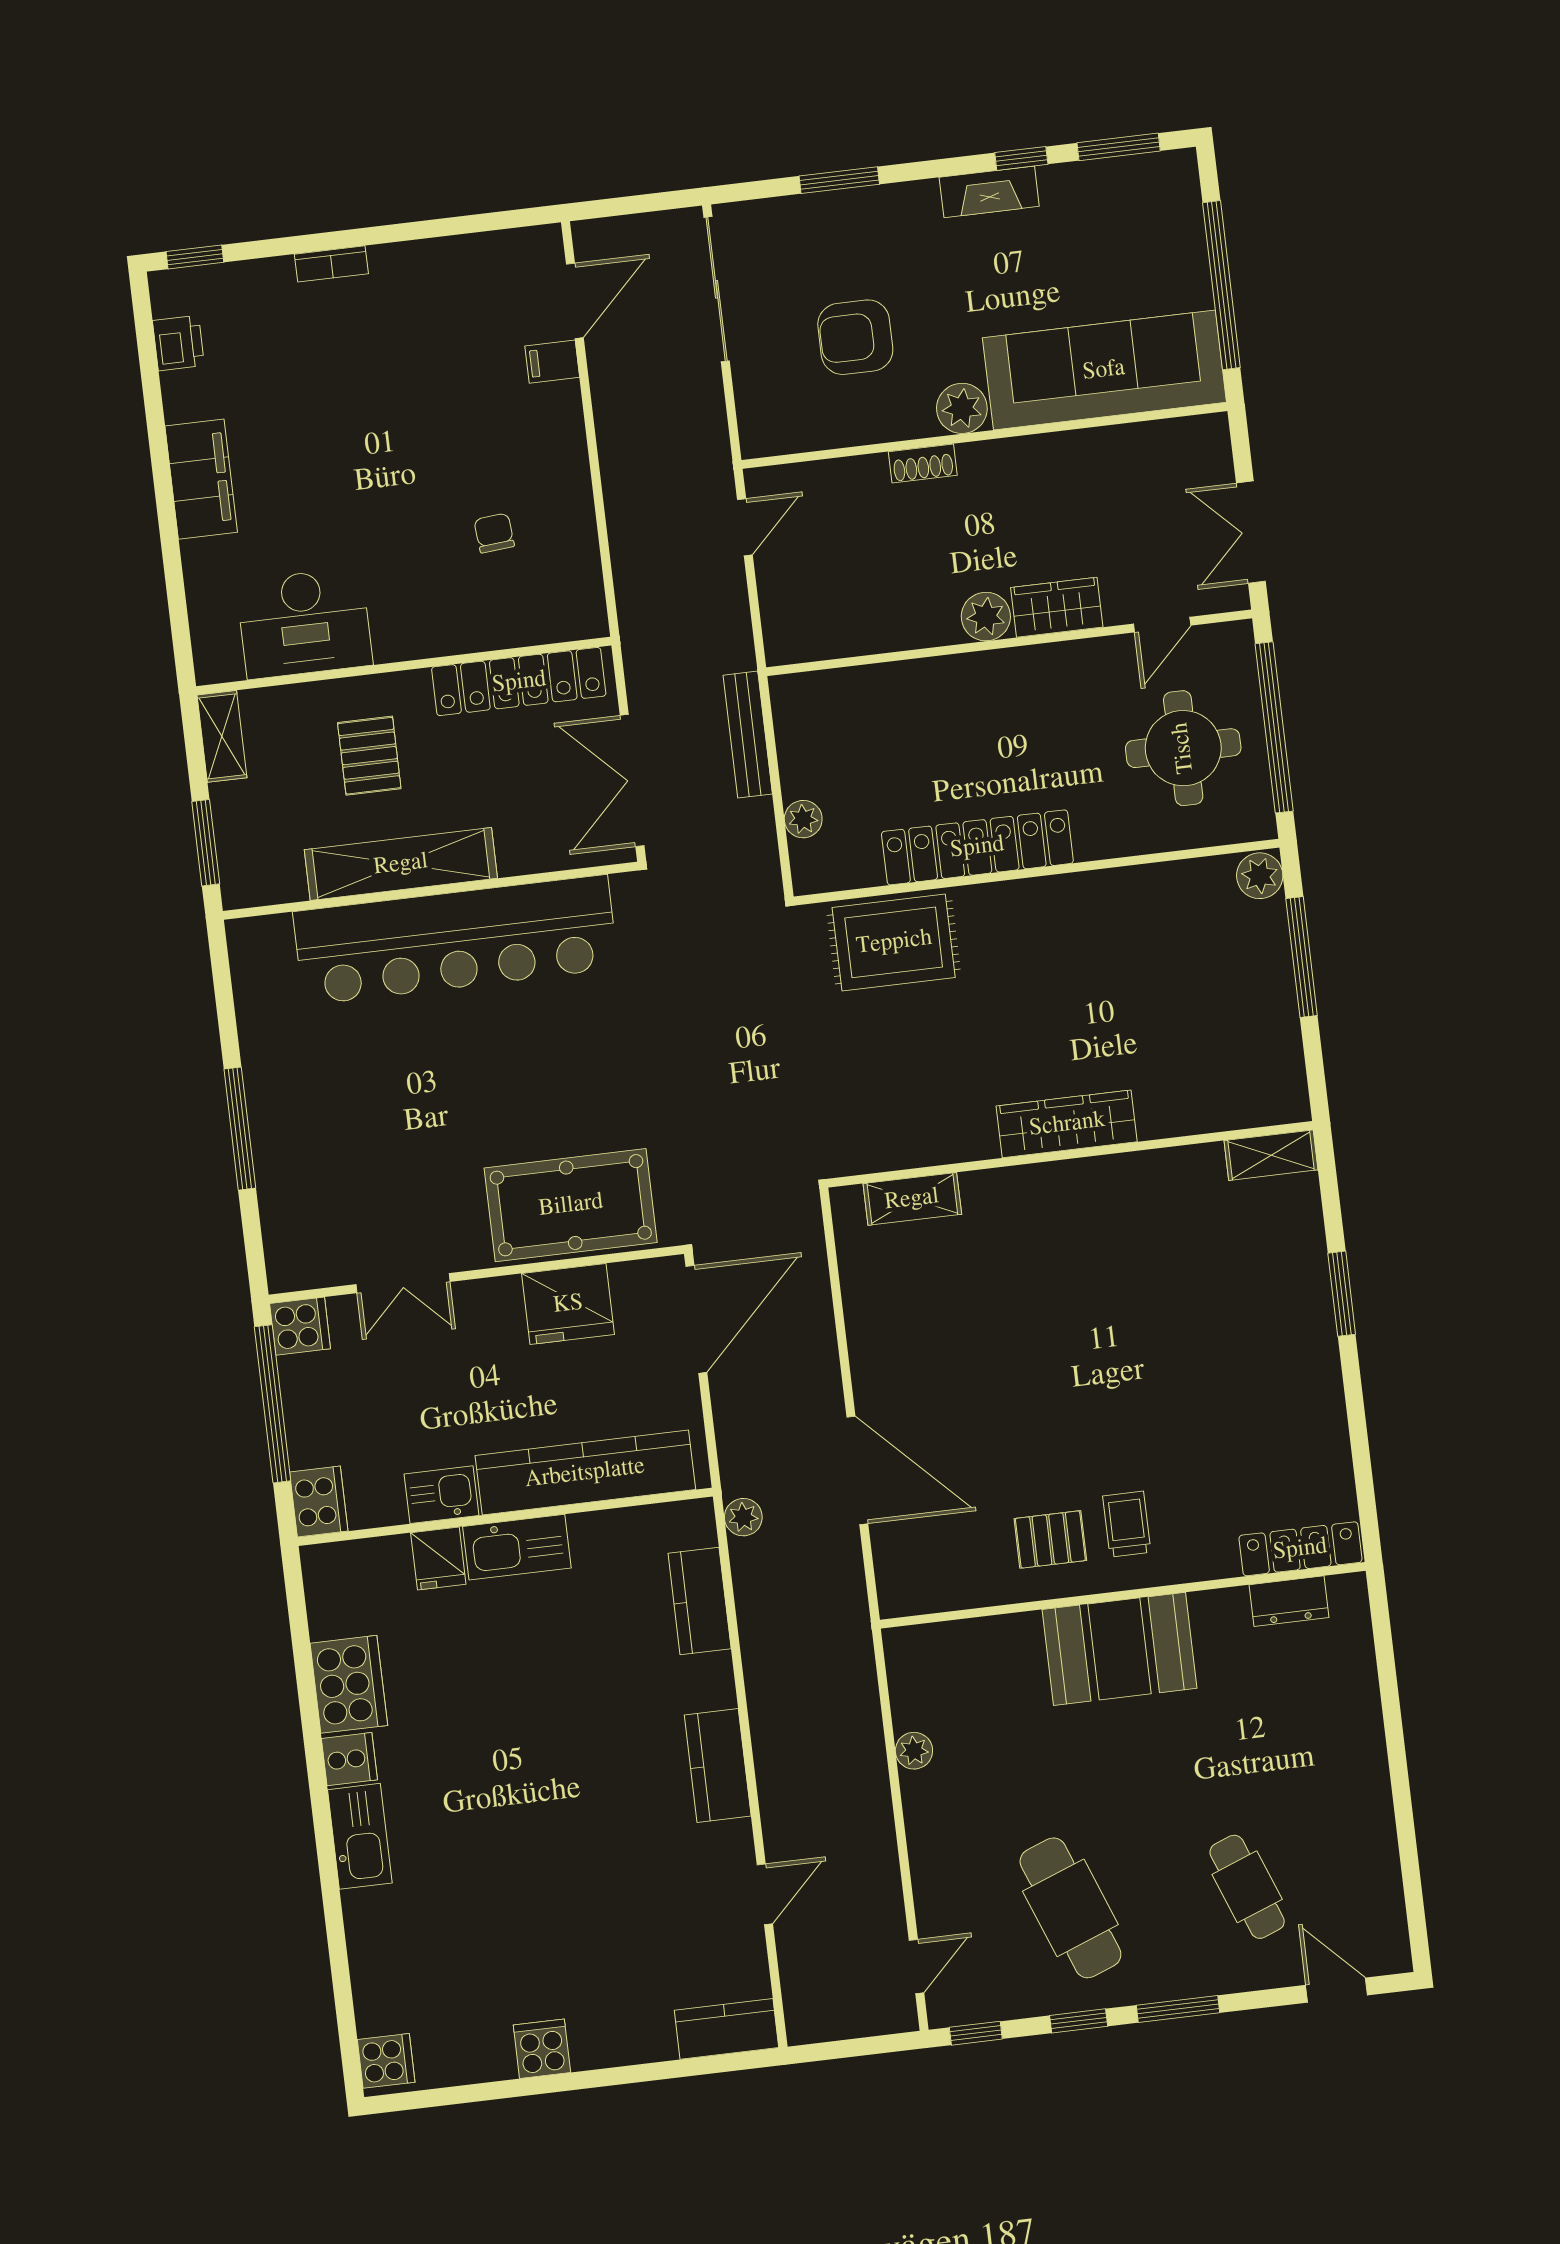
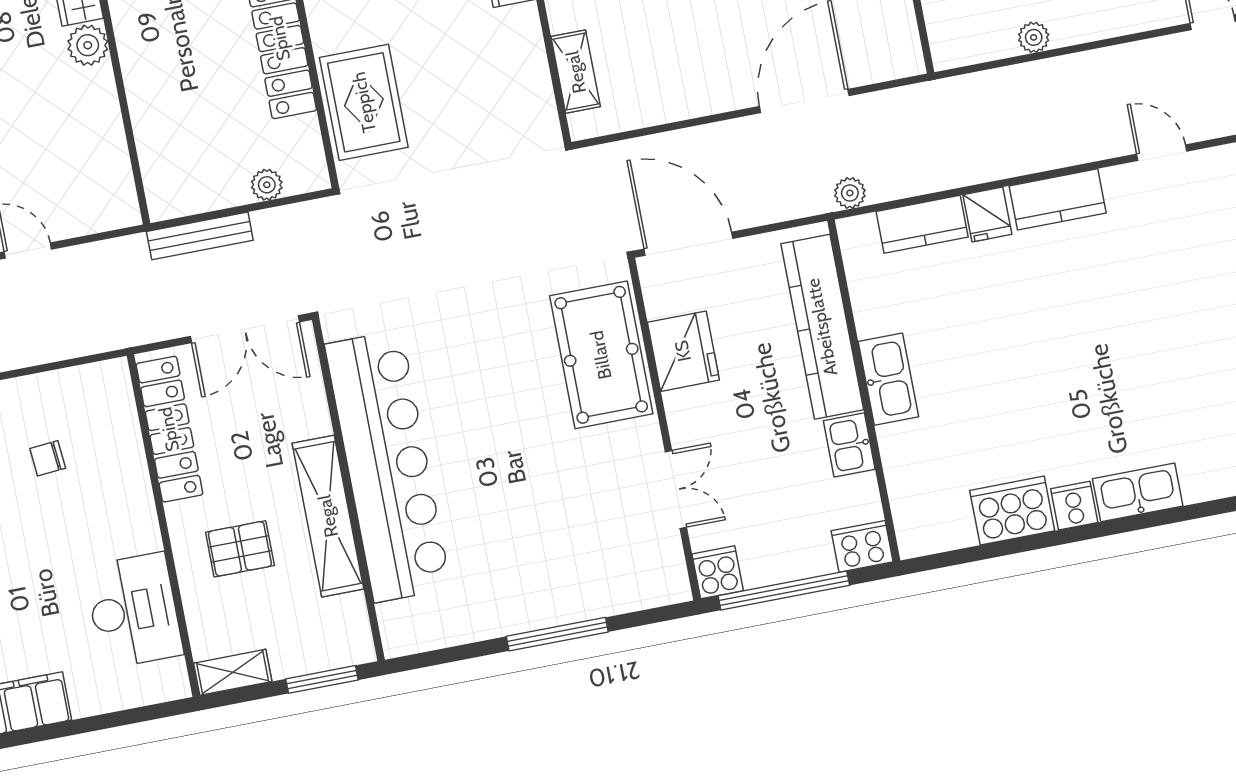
fridge: (438, 1559) -> (987, 215), moved, turned 90

